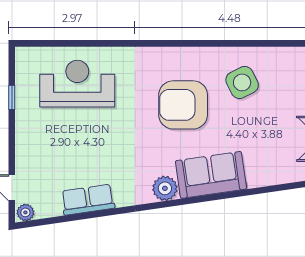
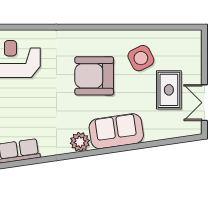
rug: (277, 123) -> (169, 90), added

